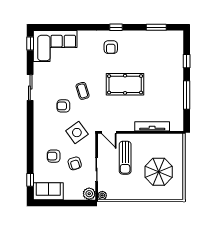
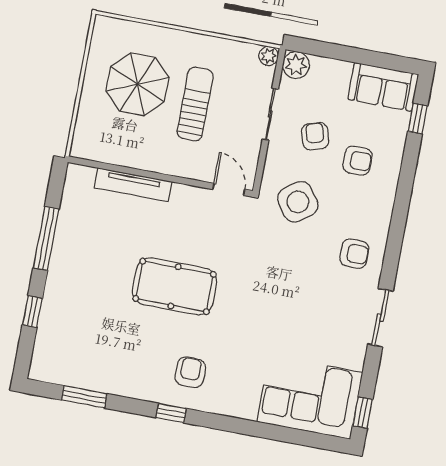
coffee table: (83, 91) -> (269, 289), removed
armchair: (63, 106) -> (354, 254), moved
sun lounger: (125, 158) -> (195, 104), moved

